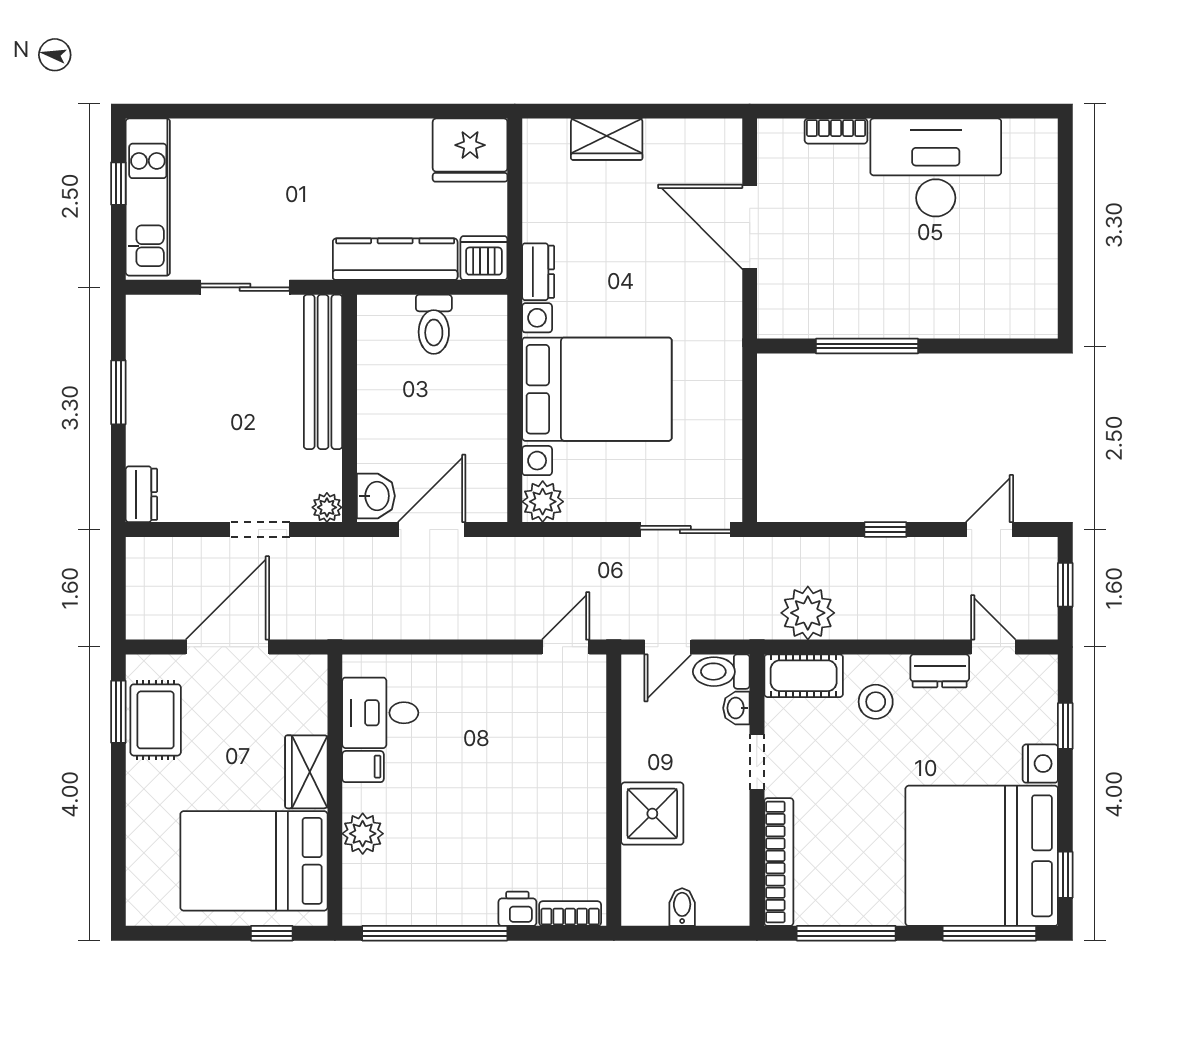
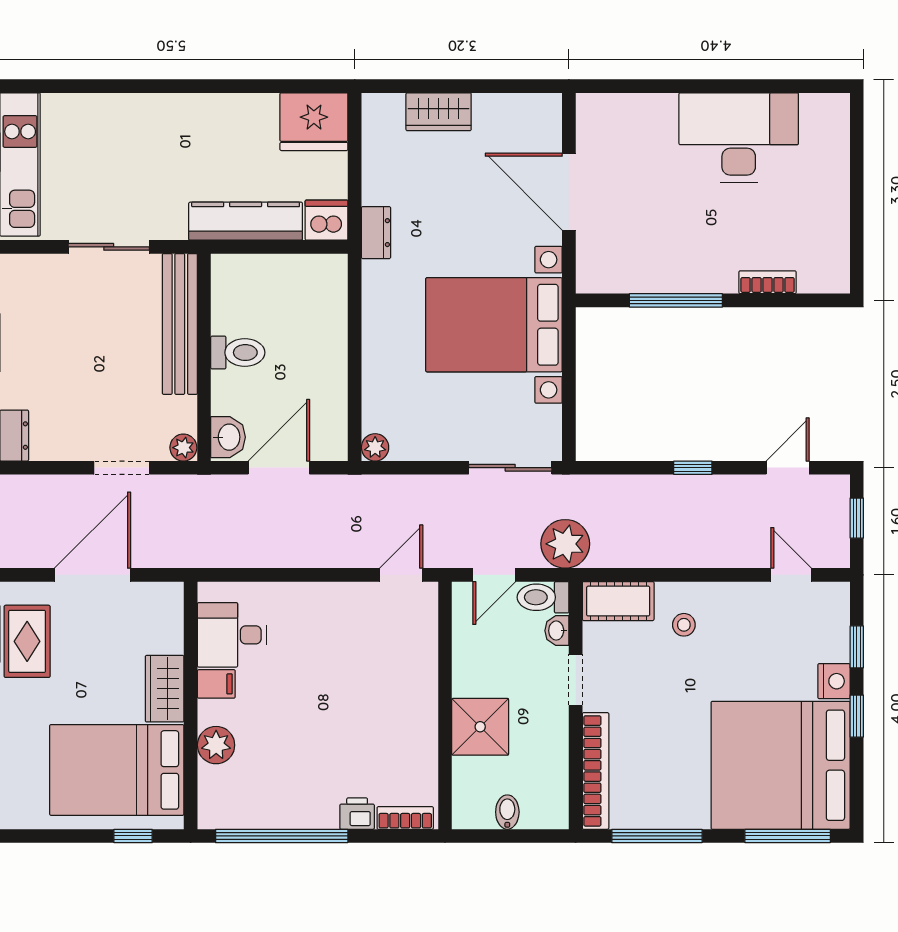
bookcase: (836, 131) -> (768, 282), moved, turned 180
toilet: (434, 324) -> (238, 353), moved, turned -90
bed with nightstands: (597, 389) -> (494, 325), moved, turned 180
plant: (543, 502) -> (375, 447), width x0.73, depth x0.73
plant: (808, 613) -> (565, 544), moved
dresser: (940, 671) -> (742, 597), removed
stool: (876, 702) -> (684, 625), width x0.73, depth x0.73
window: (1065, 875) -> (857, 716), moved

